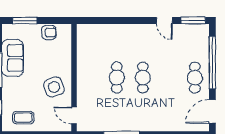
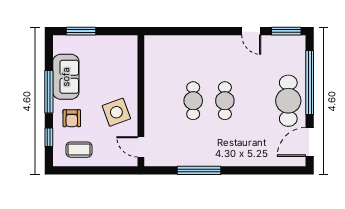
armchair: (49, 32) -> (72, 118), moved, turned 90
cafe table: (195, 78) -> (288, 101), width x1.37, depth x1.35

